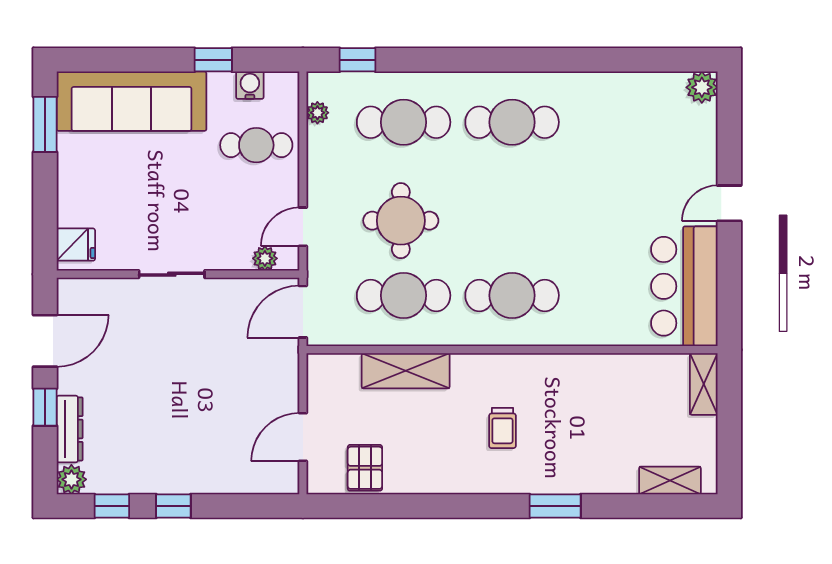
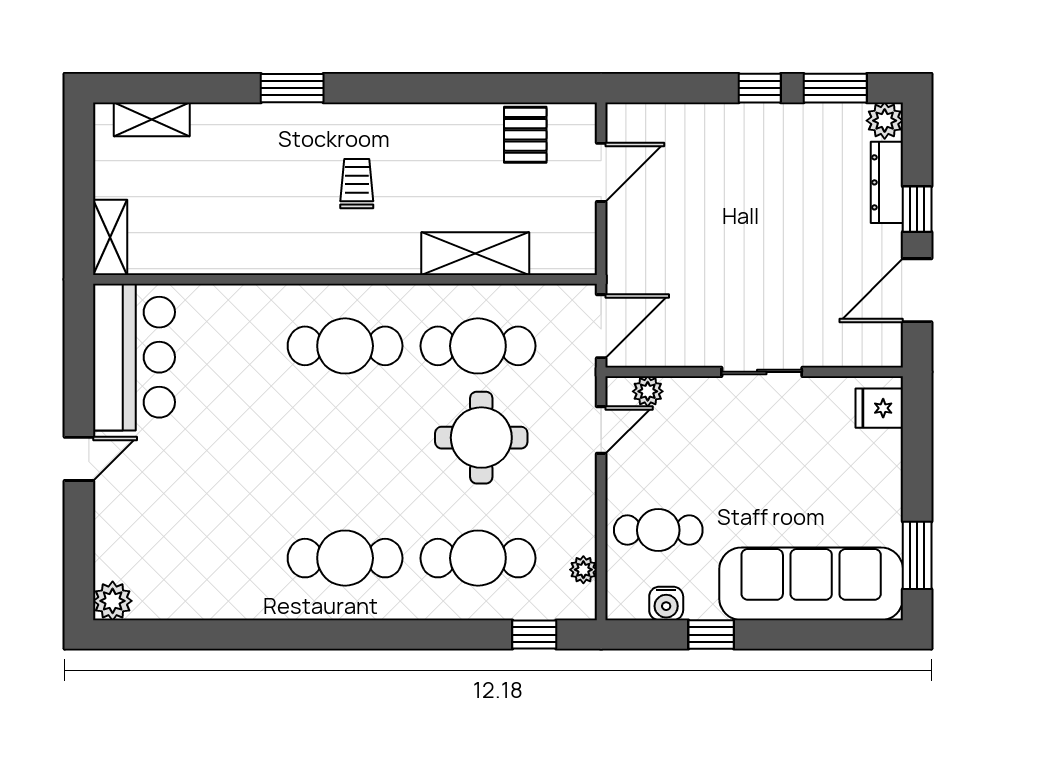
window: (112, 506) -> (835, 88), width x1.50

